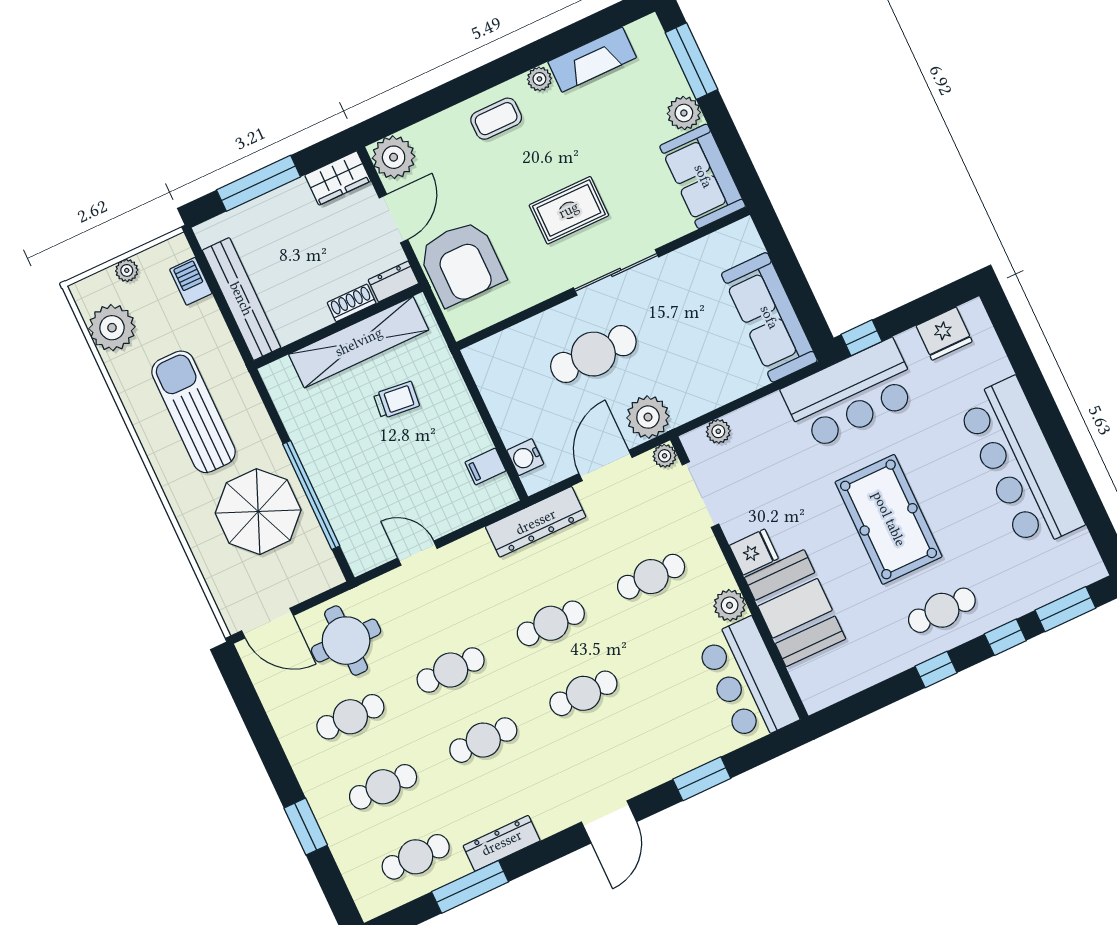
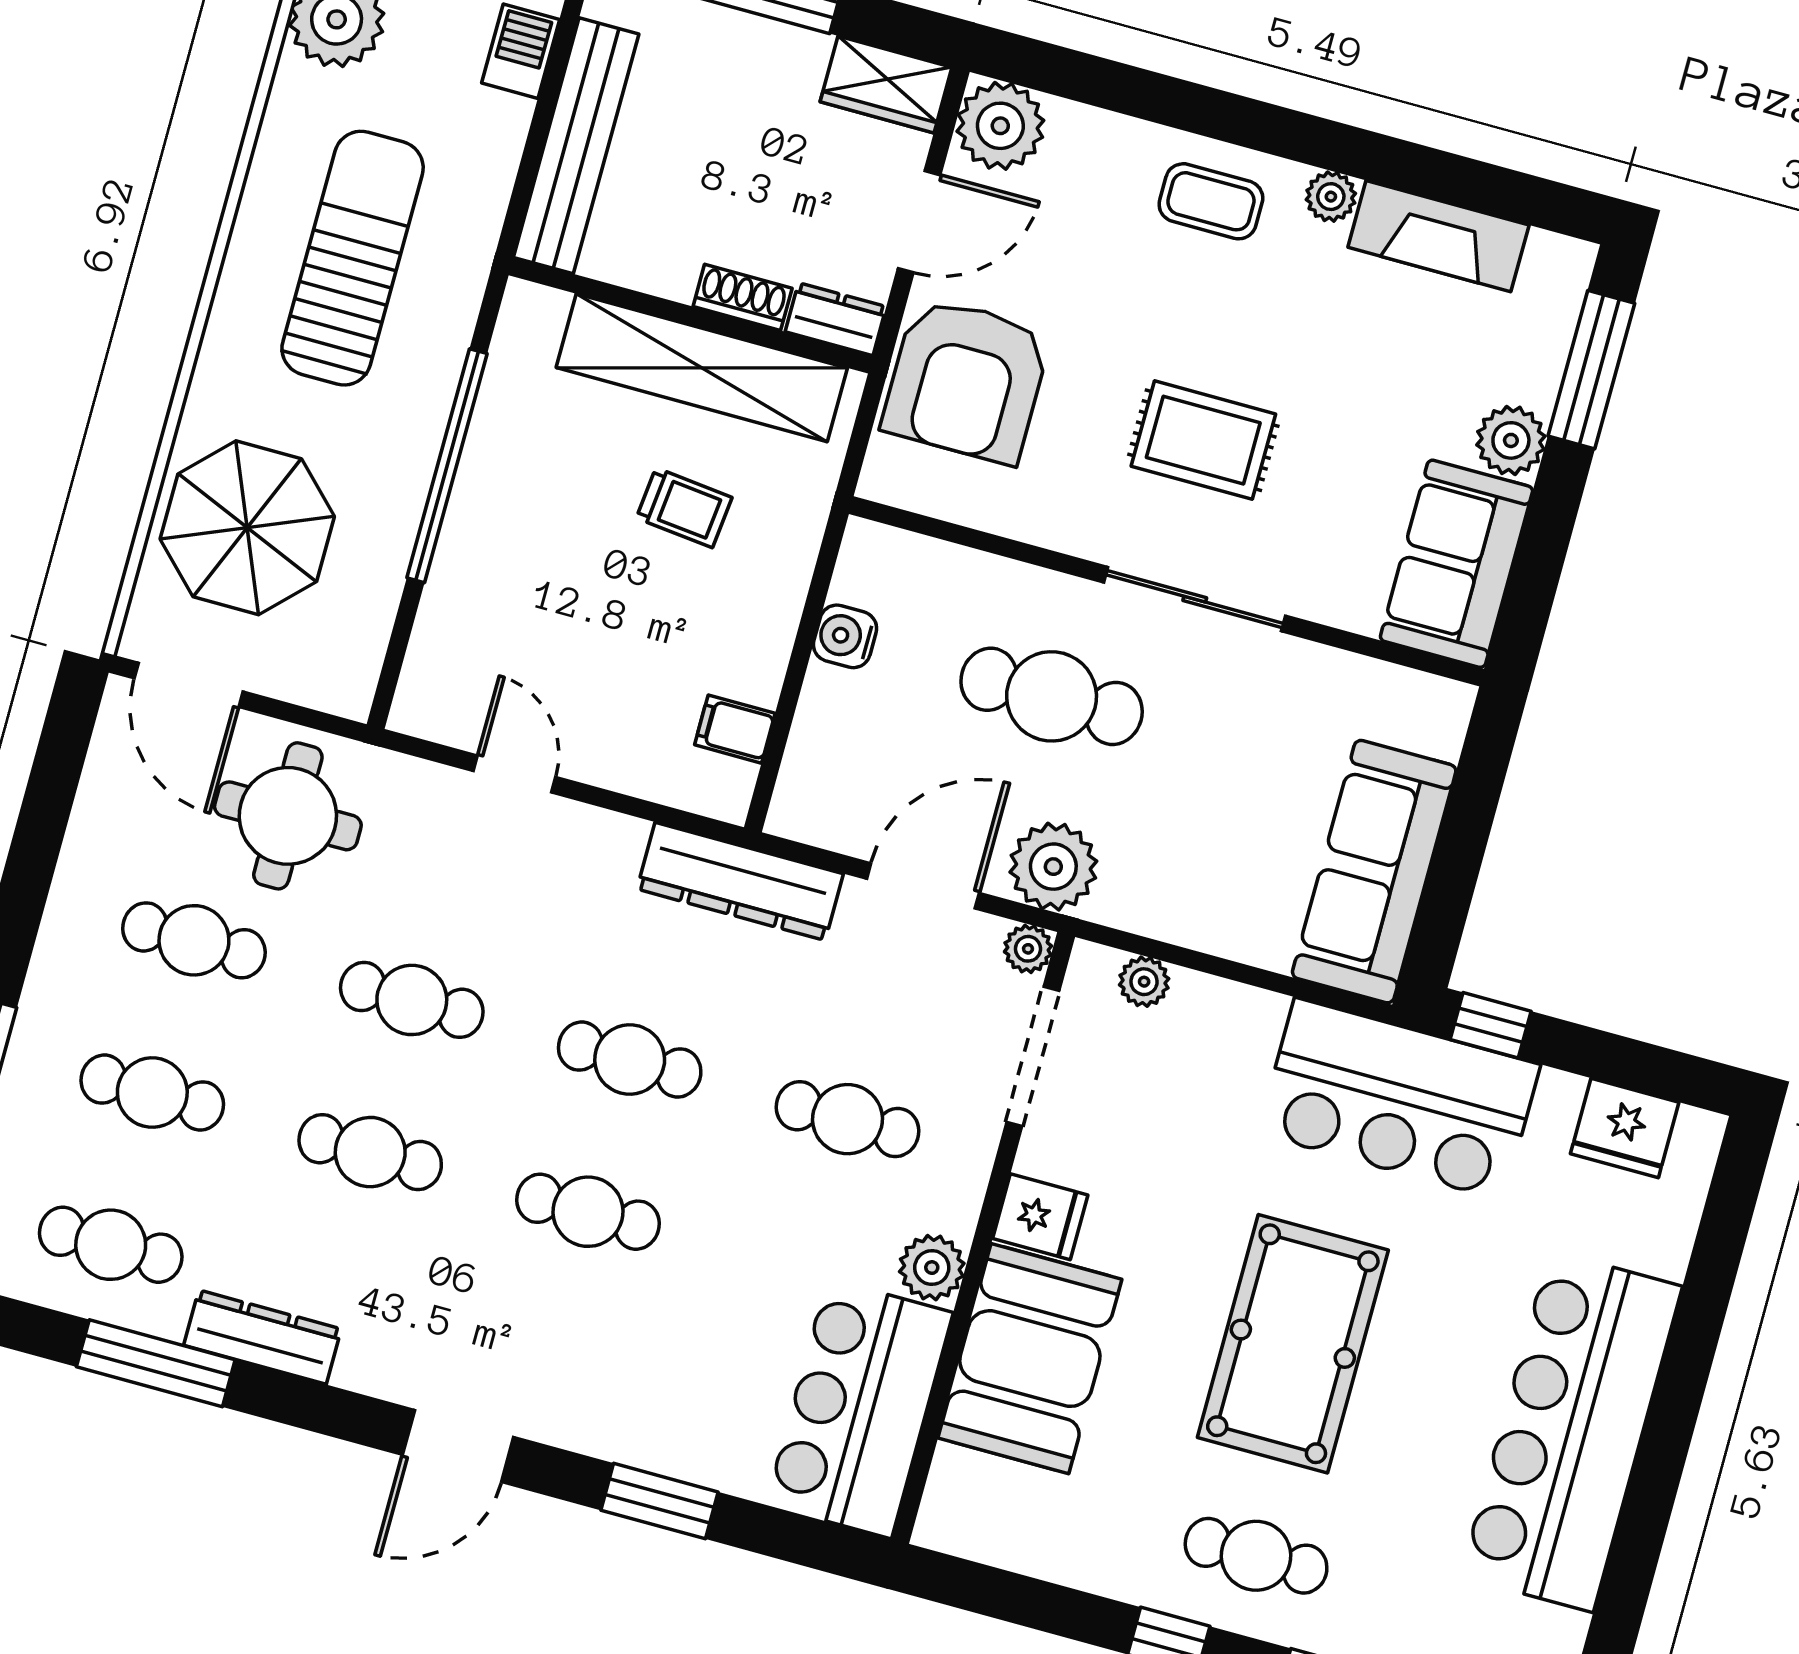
water cooler: (525, 457) -> (845, 636), moved
window: (311, 495) -> (447, 466), moved
parasol: (258, 512) -> (247, 528), moved

